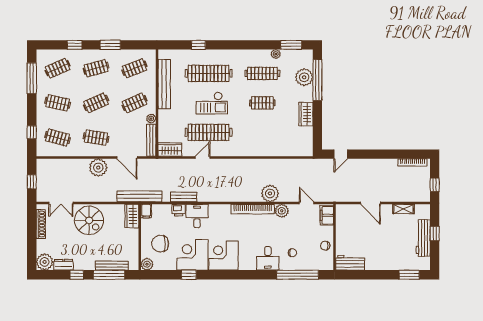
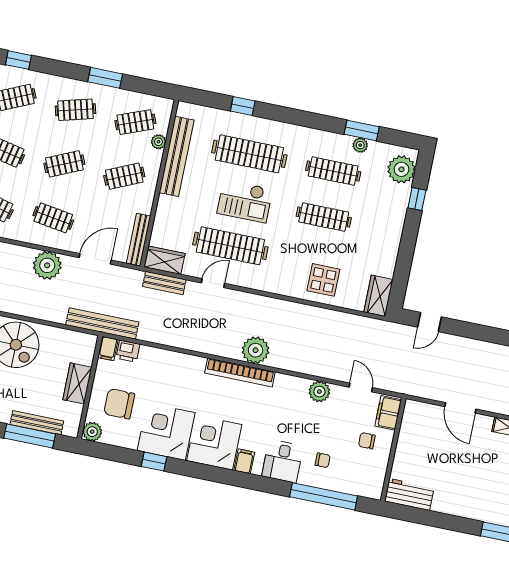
window: (75, 45) -> (18, 60), moved
window: (291, 45) -> (362, 130), moved
plant: (304, 77) -> (401, 169), moved
window: (317, 80) -> (417, 199), width x0.32
clothes rail: (262, 103) -> (324, 217), width x1.36
wardrobe: (306, 114) -> (378, 296), moved
plant: (151, 119) -> (159, 142), moved
display table: (270, 142) -> (323, 280), added
door: (127, 158) -> (95, 259), swing flipped
plant: (270, 193) -> (256, 350), moved
bench: (184, 197) -> (164, 283), moved
bookcase: (253, 209) -> (240, 372), moved
printer: (179, 210) -> (128, 351), moved
wardrobe: (132, 216) -> (77, 383), moved
desk: (197, 216) -> (186, 372), removed
chair: (325, 246) -> (367, 441), moved
filing cabinet: (244, 263) -> (244, 461), added

